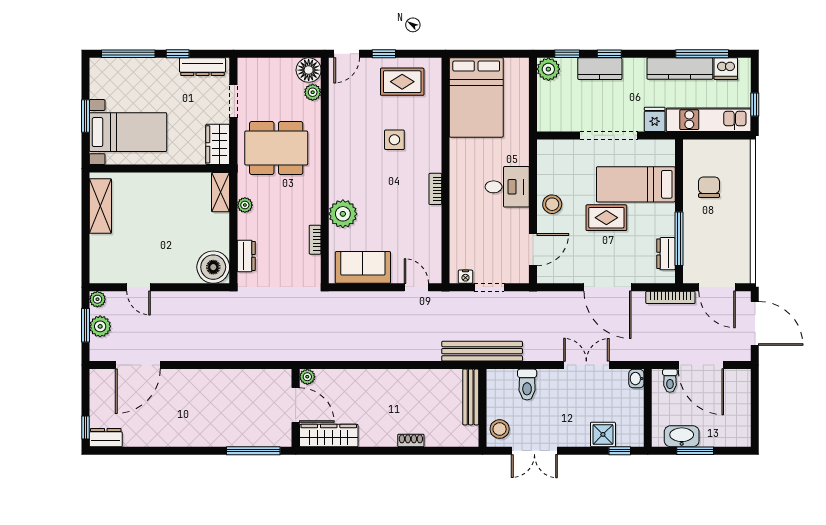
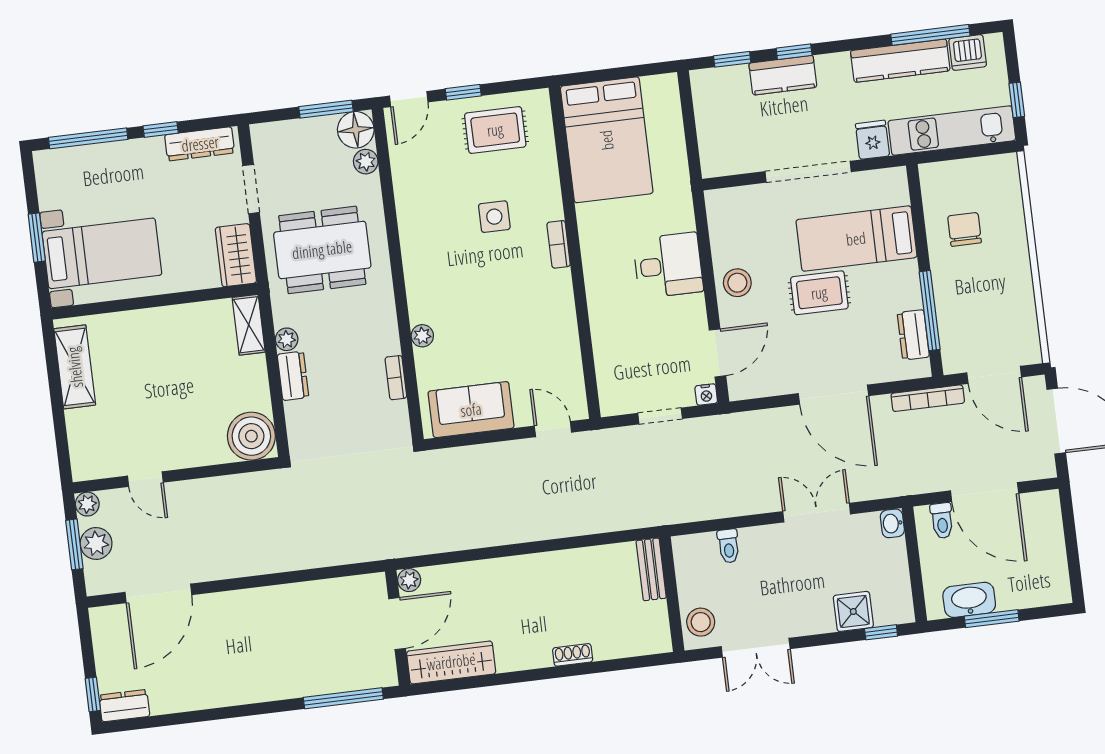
window: (290, 54) -> (326, 109), added
plant: (548, 69) -> (707, 85), removed
bookcase: (435, 189) -> (559, 244), moved
plant: (343, 214) -> (422, 336), width x0.53, depth x0.53
dresser: (246, 256) -> (293, 376), moved
nightstand: (465, 277) -> (706, 395), moved
bench: (482, 351) -> (661, 511), removed
toilet: (527, 384) -> (728, 546), width x0.73, depth x0.72
bench: (471, 397) -> (651, 569), width x0.73
door: (296, 405) -> (397, 624), hinge flipped

